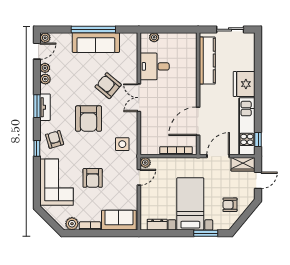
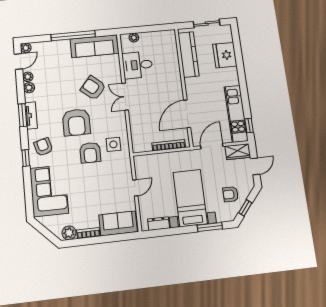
sofa: (96, 43) -> (94, 46), moved
fridge: (244, 84) -> (225, 55), moved
plant: (145, 163) -> (139, 161), removed
door: (139, 177) -> (135, 188), moved
armchair: (93, 178) -> (90, 153), moved
window: (242, 219) -> (245, 208), added

